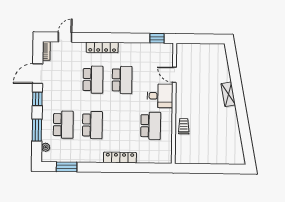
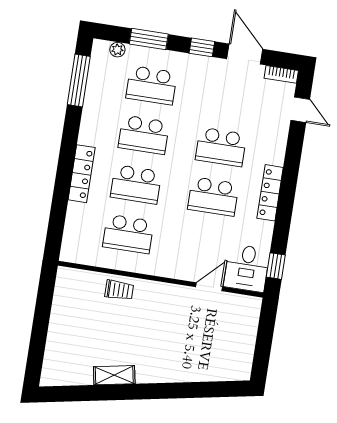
locker: (102, 47) -> (270, 193), moved
shelving: (228, 94) -> (114, 375), moved
desk: (160, 96) -> (247, 268), moved
school desk: (122, 125) -> (136, 184), added
window: (67, 167) -> (79, 81), width x1.44

